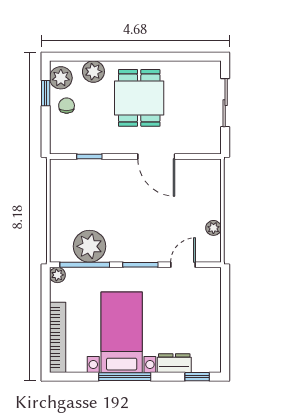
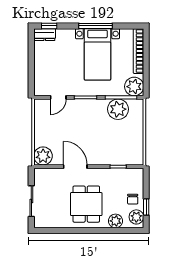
plant: (213, 228) -> (43, 156), moved, width x1.87, depth x1.87
plant: (57, 275) -> (134, 87), width x1.88, depth x1.88
dresser: (174, 363) -> (45, 35), moved

